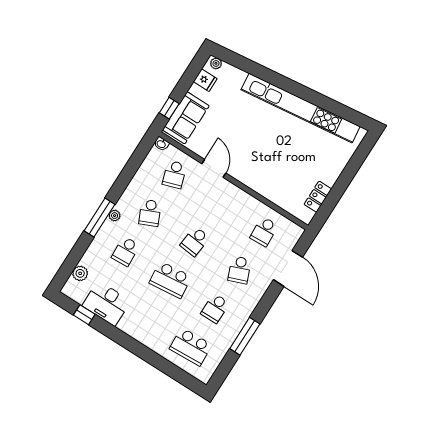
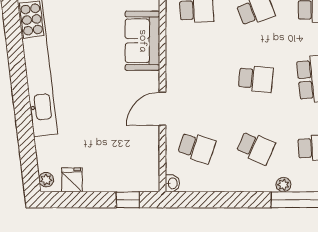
sofa: (186, 118) -> (142, 41), moved, turned -90
school desk: (174, 174) -> (197, 148), turned 36
school desk: (150, 213) -> (256, 148), turned 48

